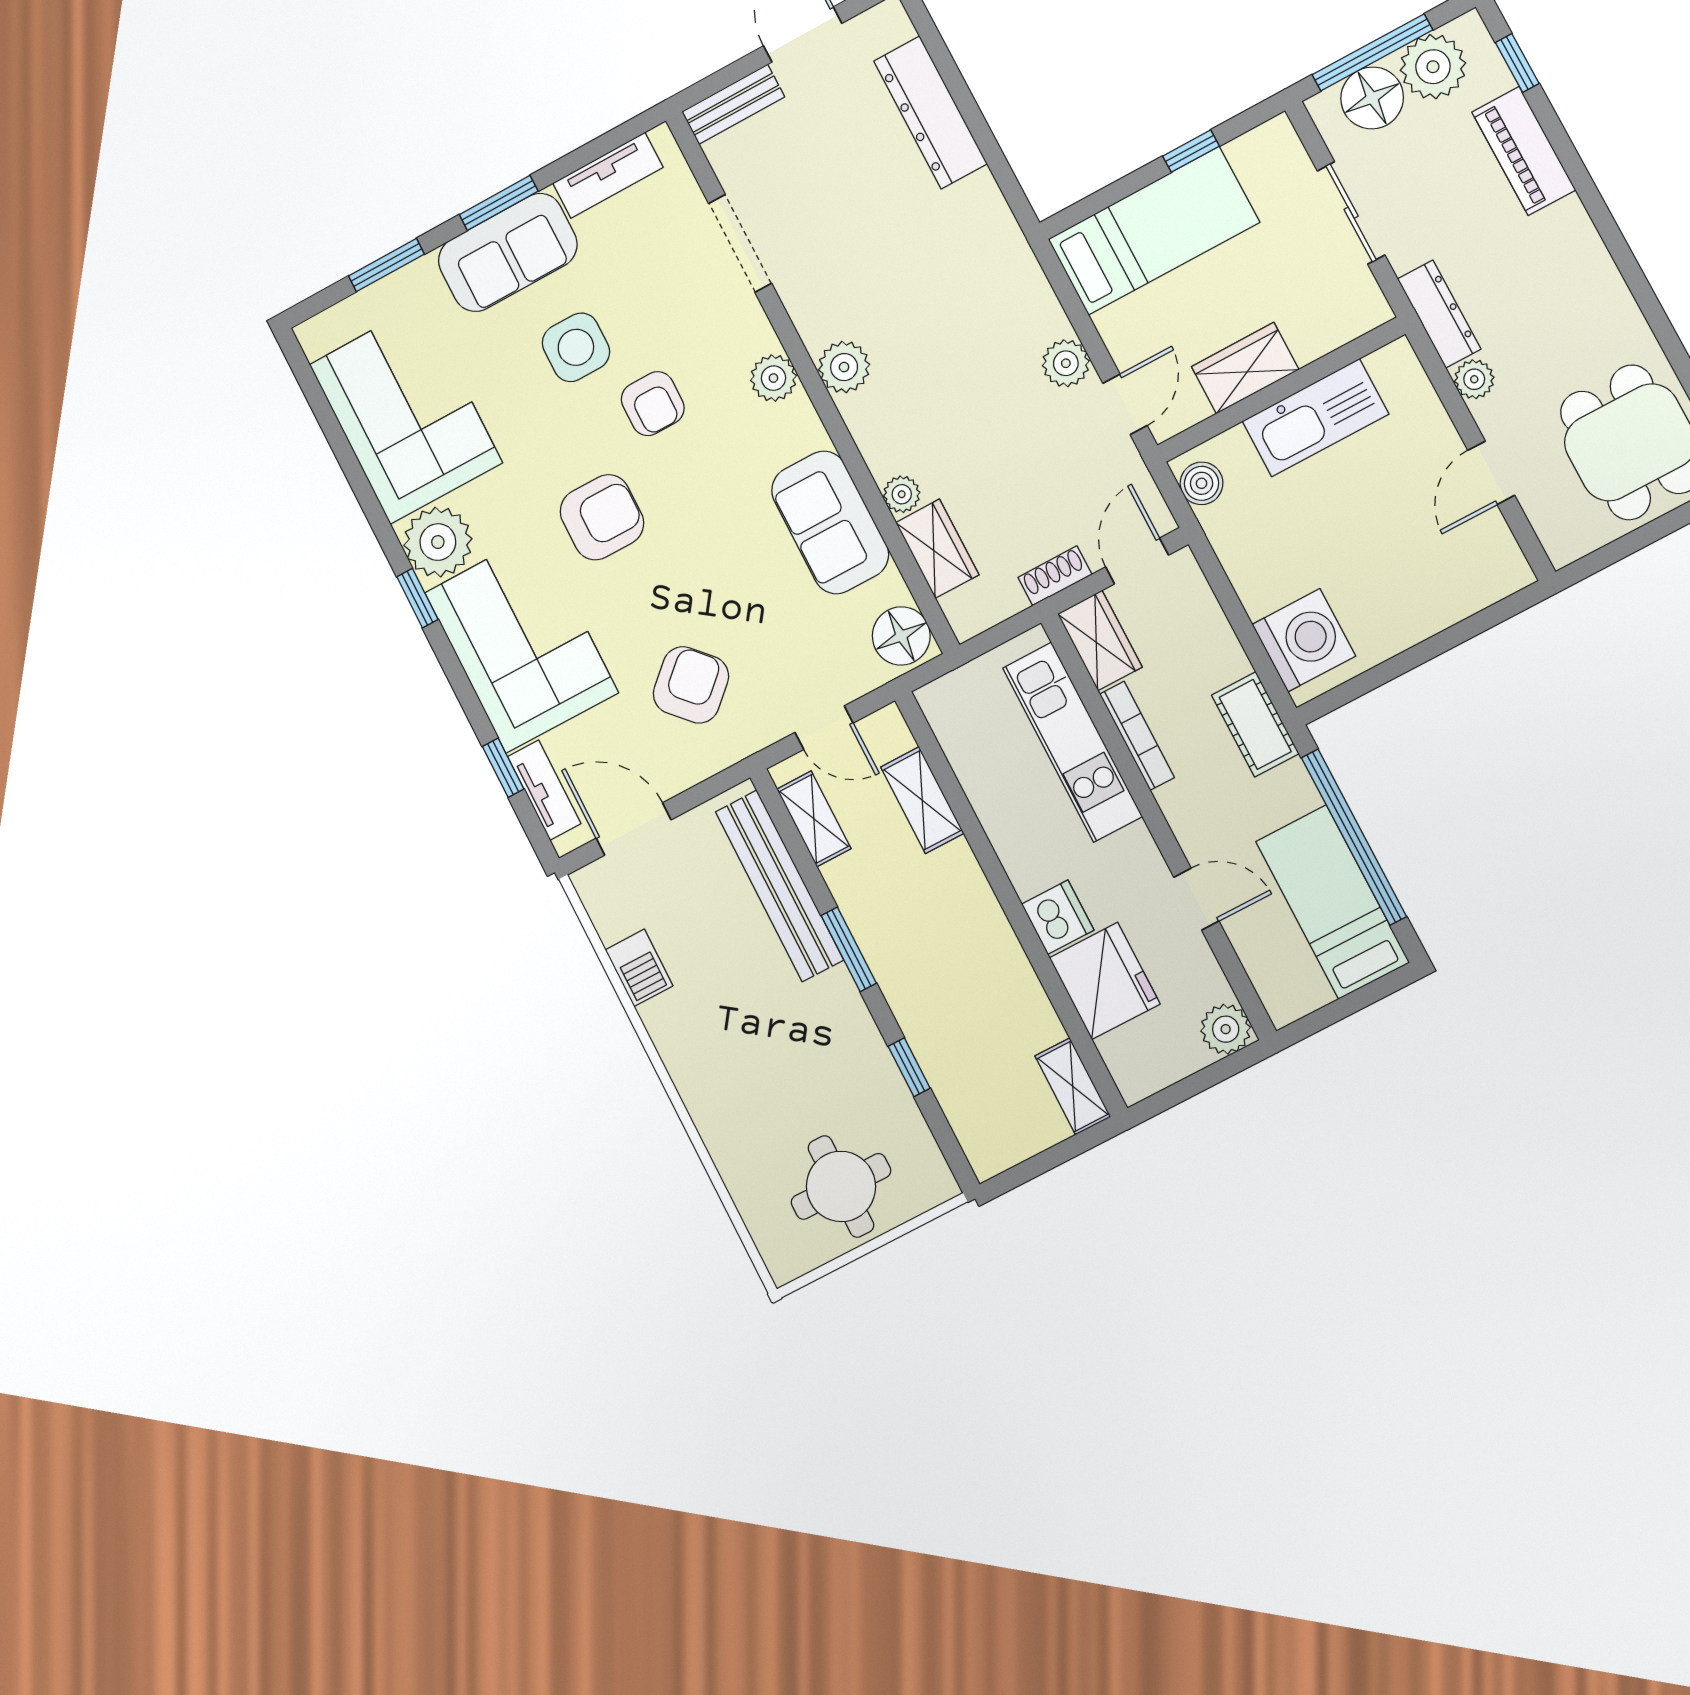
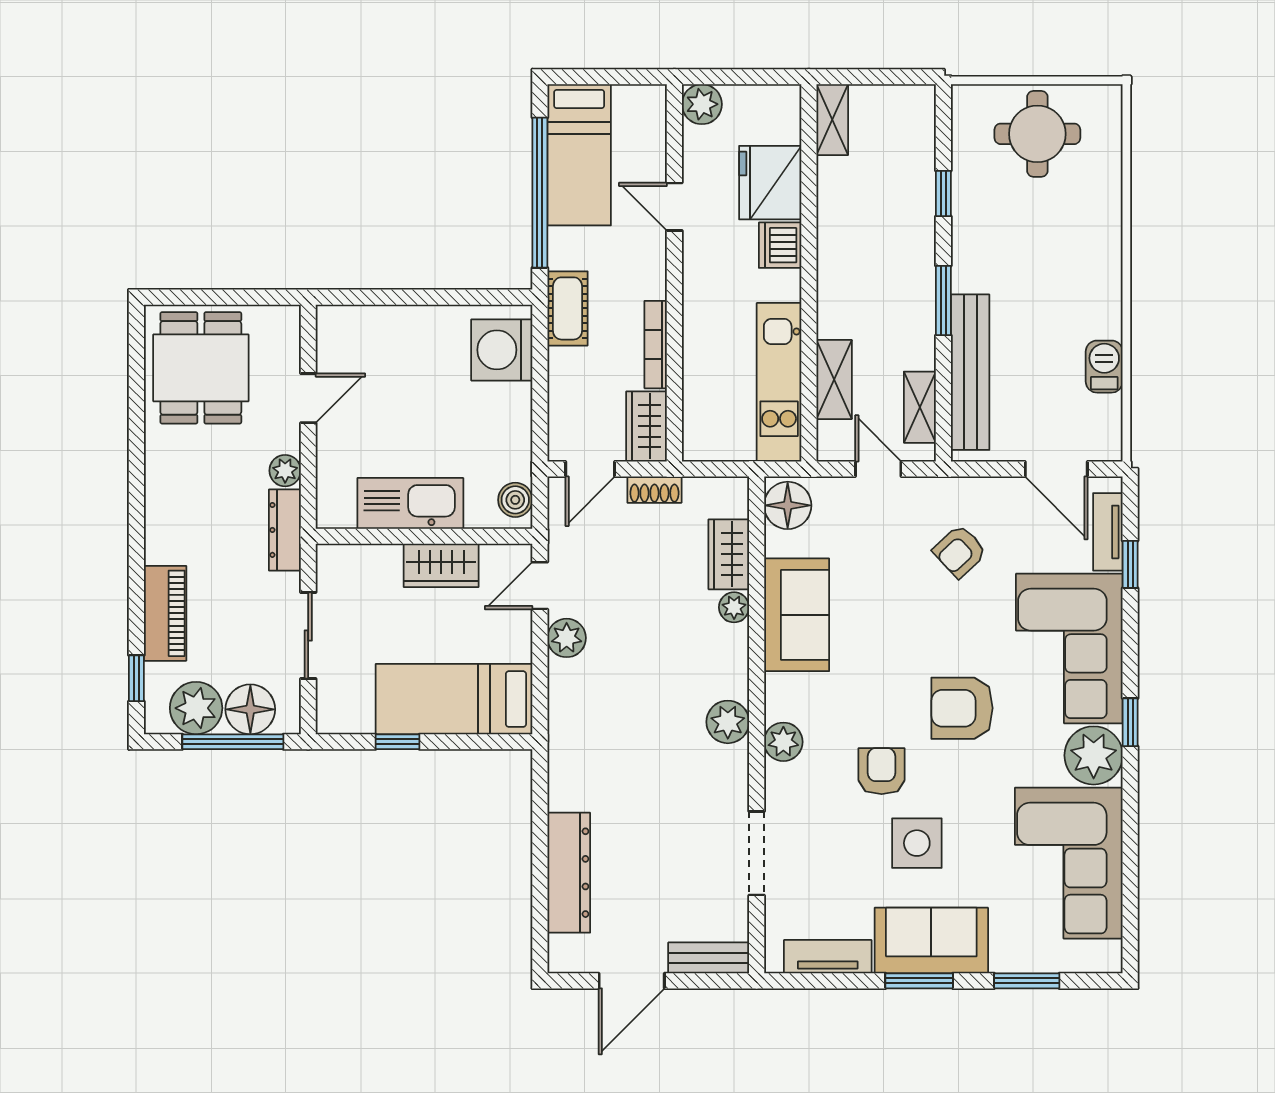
armchair: (691, 685) -> (960, 551), width x0.72, depth x0.72
kitchen unit: (1072, 742) -> (779, 382), moved, turned 180

